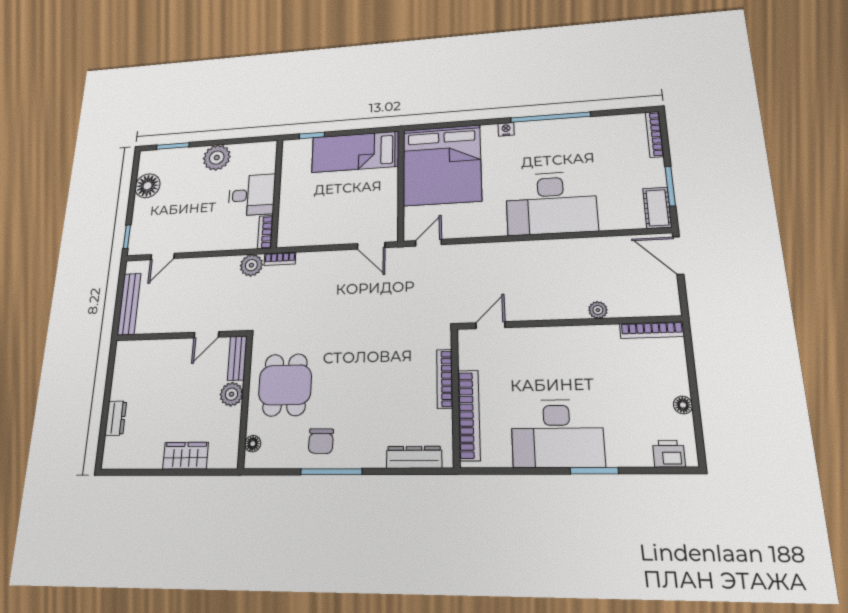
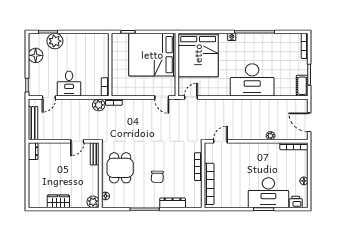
bed: (355, 152) -> (152, 55), width x2.04
plant: (217, 158) -> (55, 41), moved
desk: (252, 195) -> (69, 84), moved, turned 90
door: (678, 256) -> (309, 122), moved
plant: (232, 394) -> (93, 202), moved
dresser: (116, 418) -> (33, 151), moved
desk: (557, 433) -> (268, 193), moved
chair: (321, 441) -> (157, 177), moved
wardrobe: (186, 456) -> (58, 201), moved
dresser: (414, 457) -> (173, 203), moved

